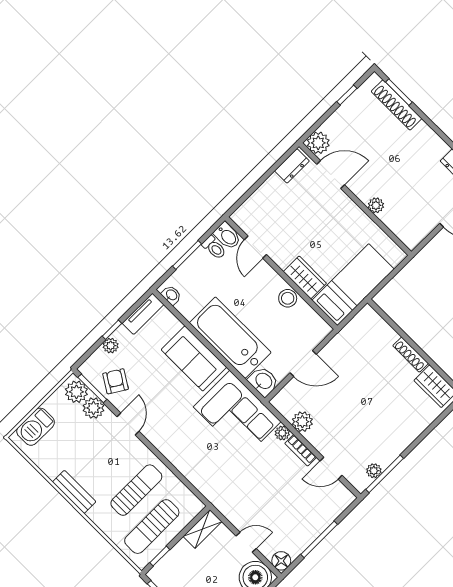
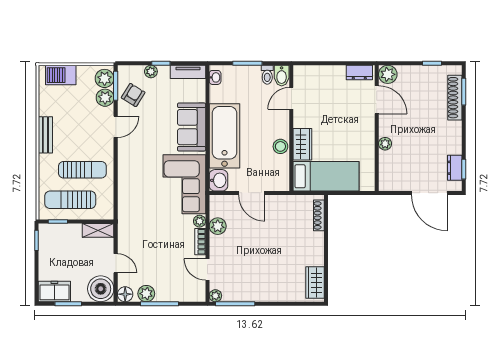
shoe rack: (411, 355) -> (319, 215), moved
plant: (374, 471) -> (215, 296), moved
plant: (299, 542) -> (146, 294), added

